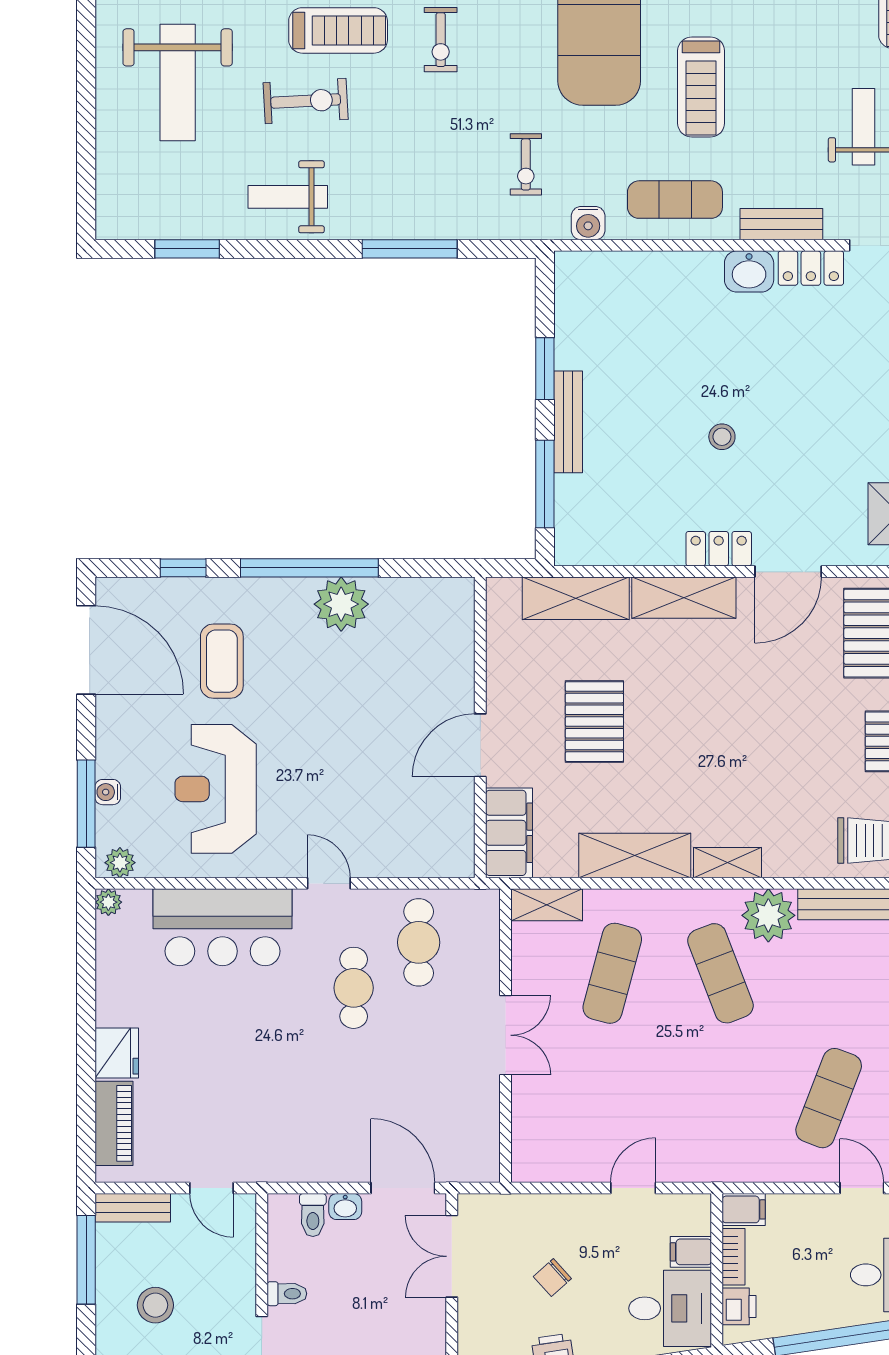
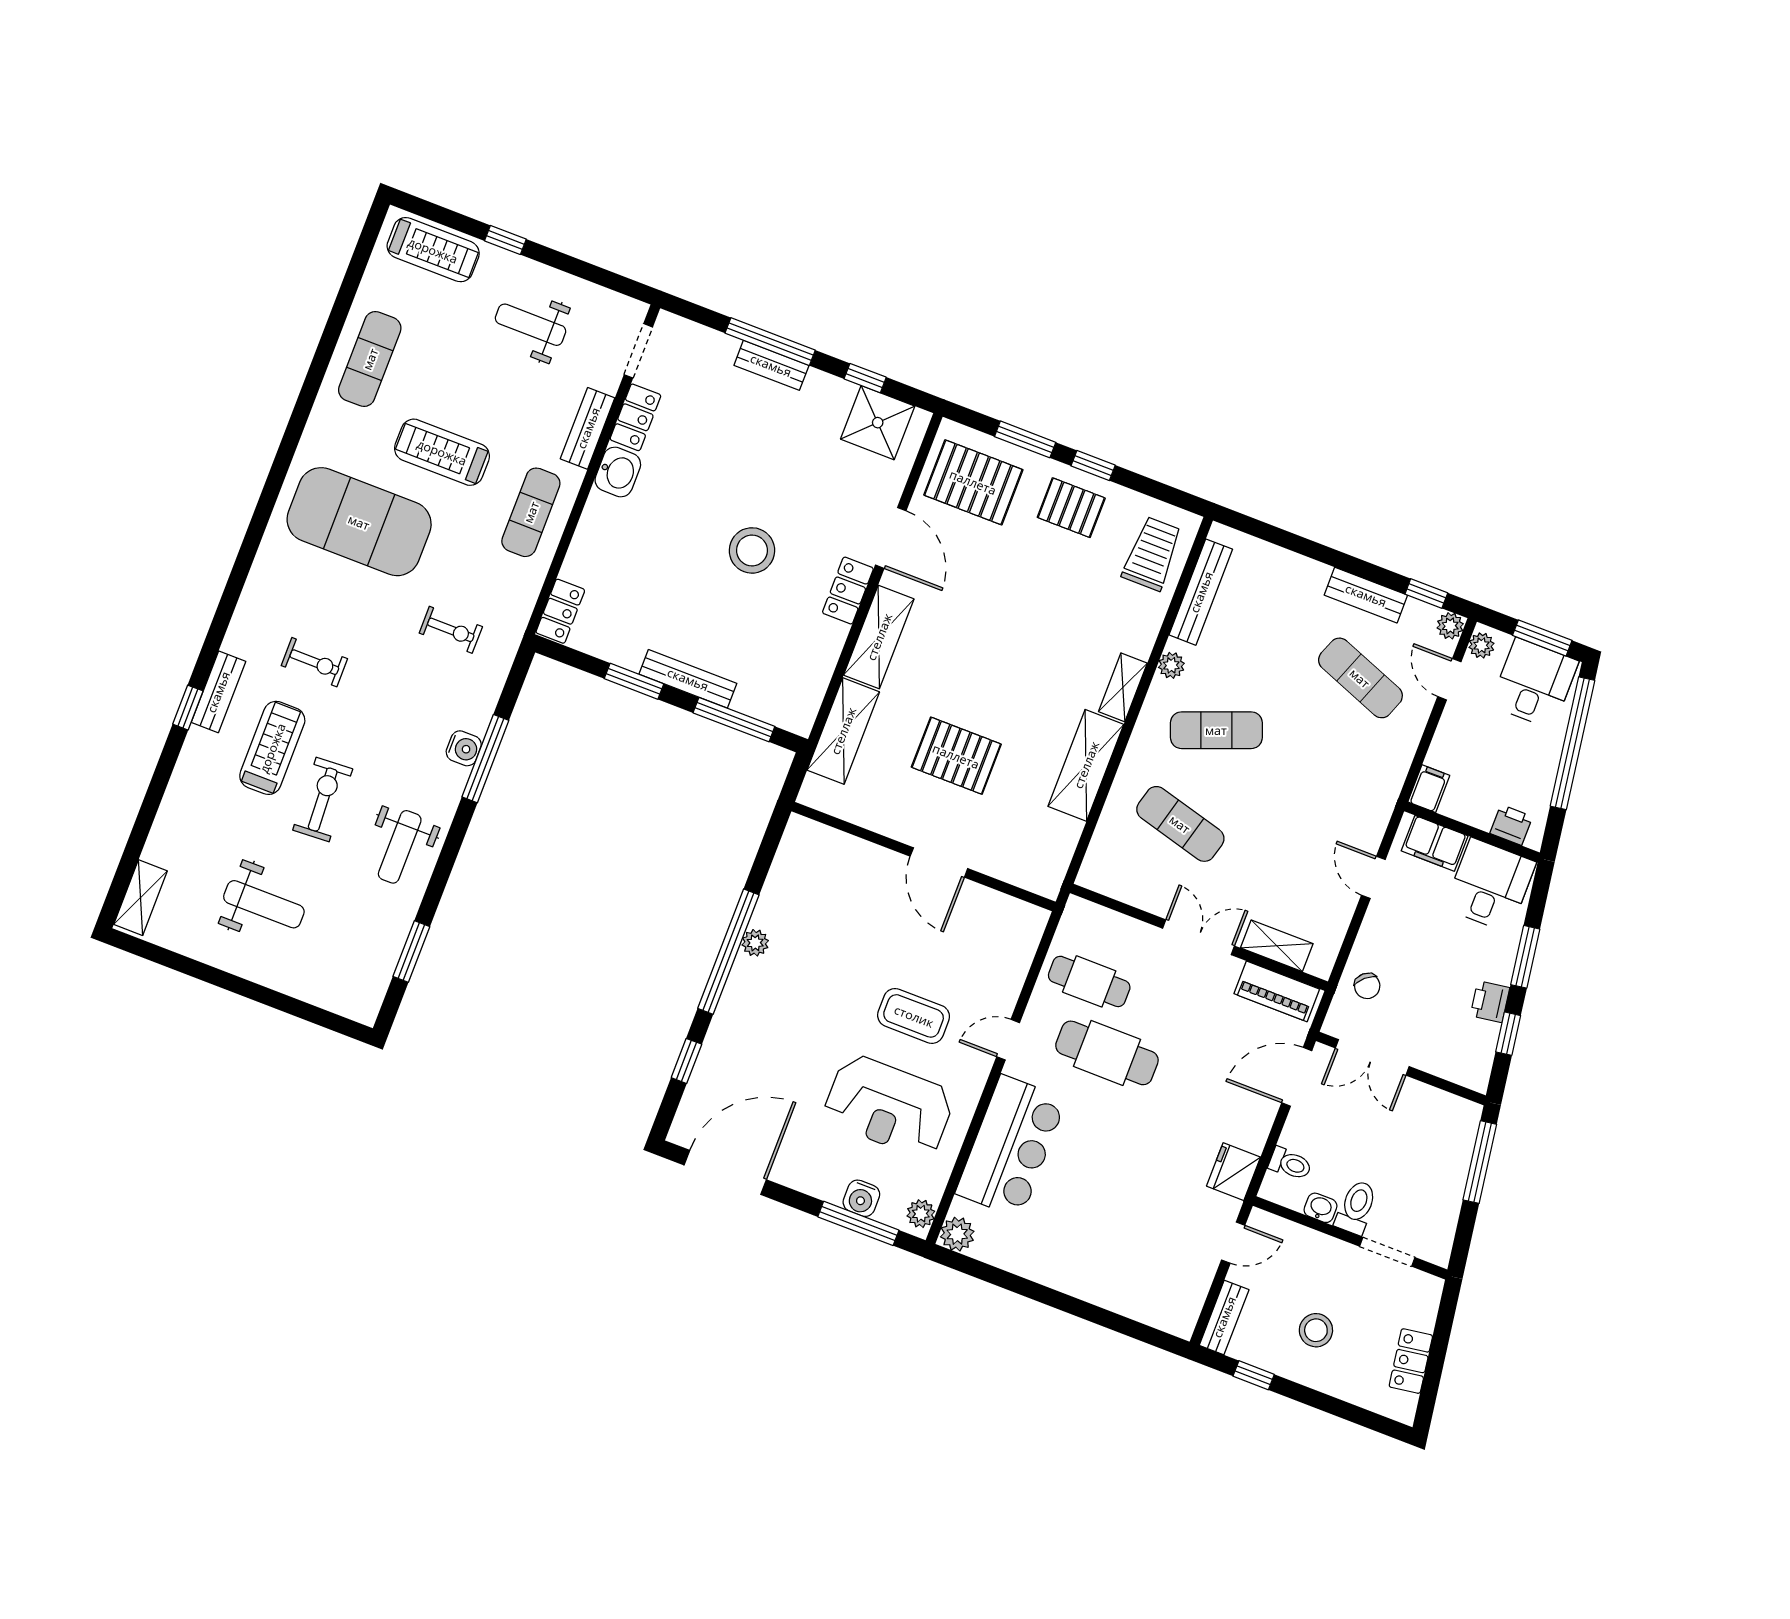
weight bench: (178, 82) -> (264, 904), width x0.73, depth x0.75
treadmill: (701, 87) -> (442, 452), turned 180
water cooler: (588, 223) -> (464, 748), moved
locker: (587, 267) -> (560, 611), added
stool: (722, 437) -> (752, 550), width x1.89, depth x1.89
plant: (341, 604) -> (755, 943), width x0.53, depth x0.53
coffee table: (222, 661) -> (914, 1016), moved
water cooler: (108, 792) -> (861, 1198), width x1.38, depth x1.38
filing cabinet: (509, 833) -> (1024, 867), removed
plant: (108, 902) -> (957, 1234), width x1.38, depth x1.38
shelving: (547, 905) -> (1277, 946), moved, turned 90
plant: (768, 915) -> (1171, 665), width x0.53, depth x0.53
cafe table: (354, 988) -> (1107, 1053), width x1.37, depth x1.35
fridge: (117, 1053) -> (1234, 1172), moved, turned -90
piano: (114, 1123) -> (1277, 991), moved, turned 180
door: (862, 1188) -> (1449, 679), hinge flipped
washbasin: (345, 1207) -> (1320, 1208), moved, turned -90
filing cabinet: (691, 1252) -> (1435, 843), width x2.00
bookcase: (734, 1257) -> (1466, 813), removed
window: (86, 1260) -> (1254, 1375), width x0.46
chair: (552, 1278) -> (1367, 986), moved
toilet: (287, 1294) -> (1356, 1207), width x1.37, depth x1.39

